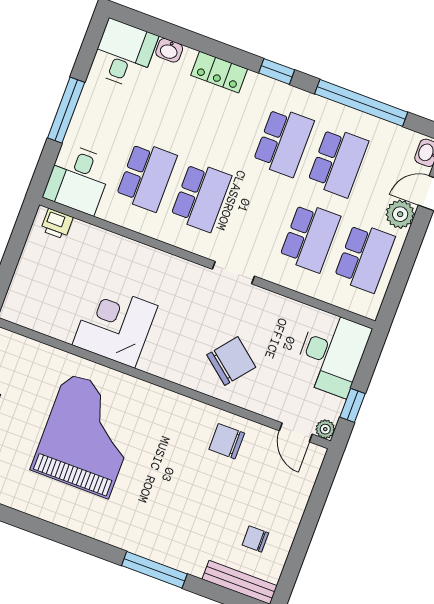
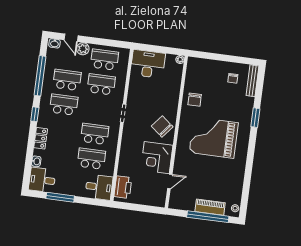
window: (66, 110) -> (60, 197), moved
printer: (57, 224) -> (123, 187), width x1.87, depth x1.48
chair: (231, 361) -> (162, 126), moved
window: (352, 405) -> (167, 50), removed
door: (296, 432) -> (170, 181), moved
grand piano: (87, 435) -> (214, 138), moved
window: (154, 570) -> (255, 118), width x0.69

